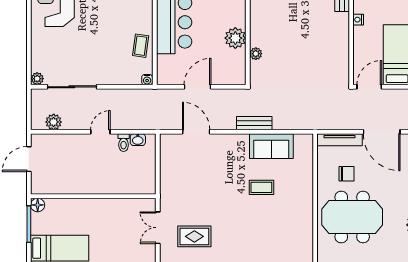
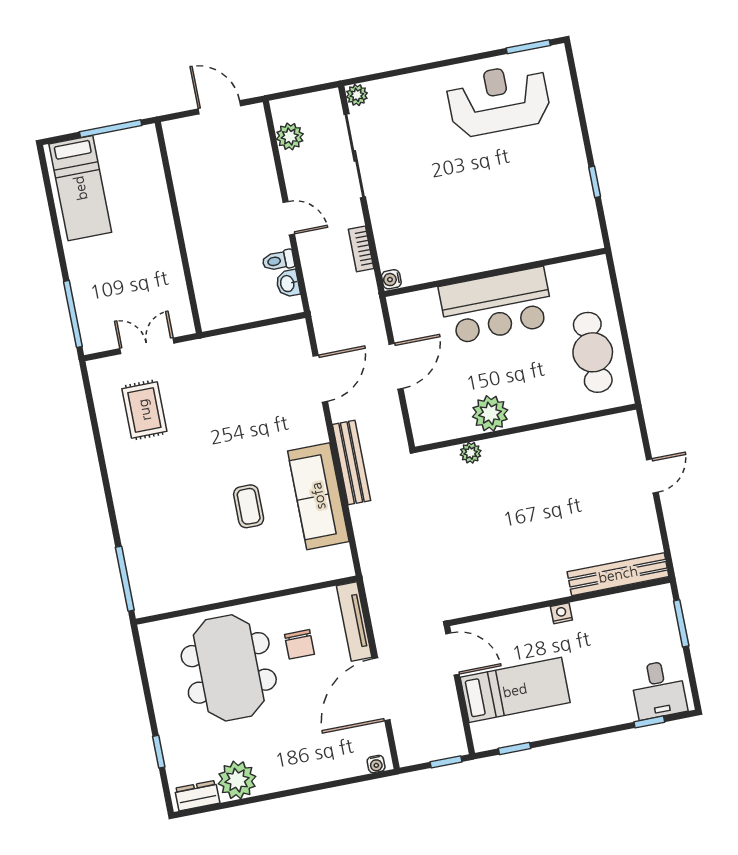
coffee table: (141, 46) -> (446, 257), removed
door: (198, 87) -> (396, 366), hinge flipped
bookcase: (126, 94) -> (361, 249), added
bench: (254, 123) -> (352, 462), width x1.36
sofa: (271, 146) -> (318, 496), width x1.36
floor lamp: (38, 205) -> (145, 137), removed

